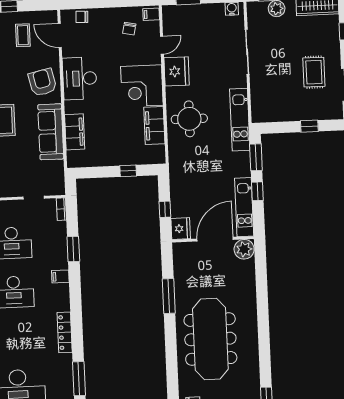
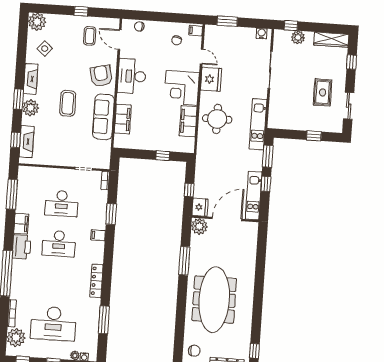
door: (162, 45) -> (202, 57), hinge flipped
plant: (244, 249) -> (199, 226), moved

